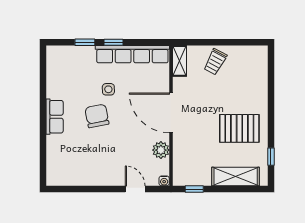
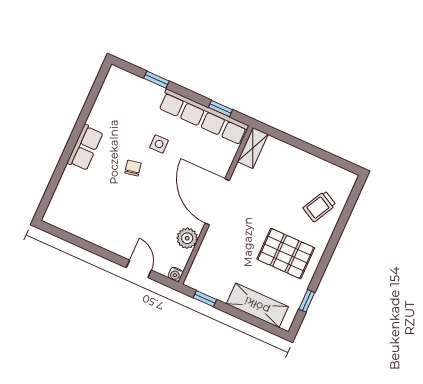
window: (114, 42) -> (220, 108), moved
trolley: (215, 62) -> (319, 206), moved
chair: (97, 116) -> (133, 168), width x0.54, depth x0.54

